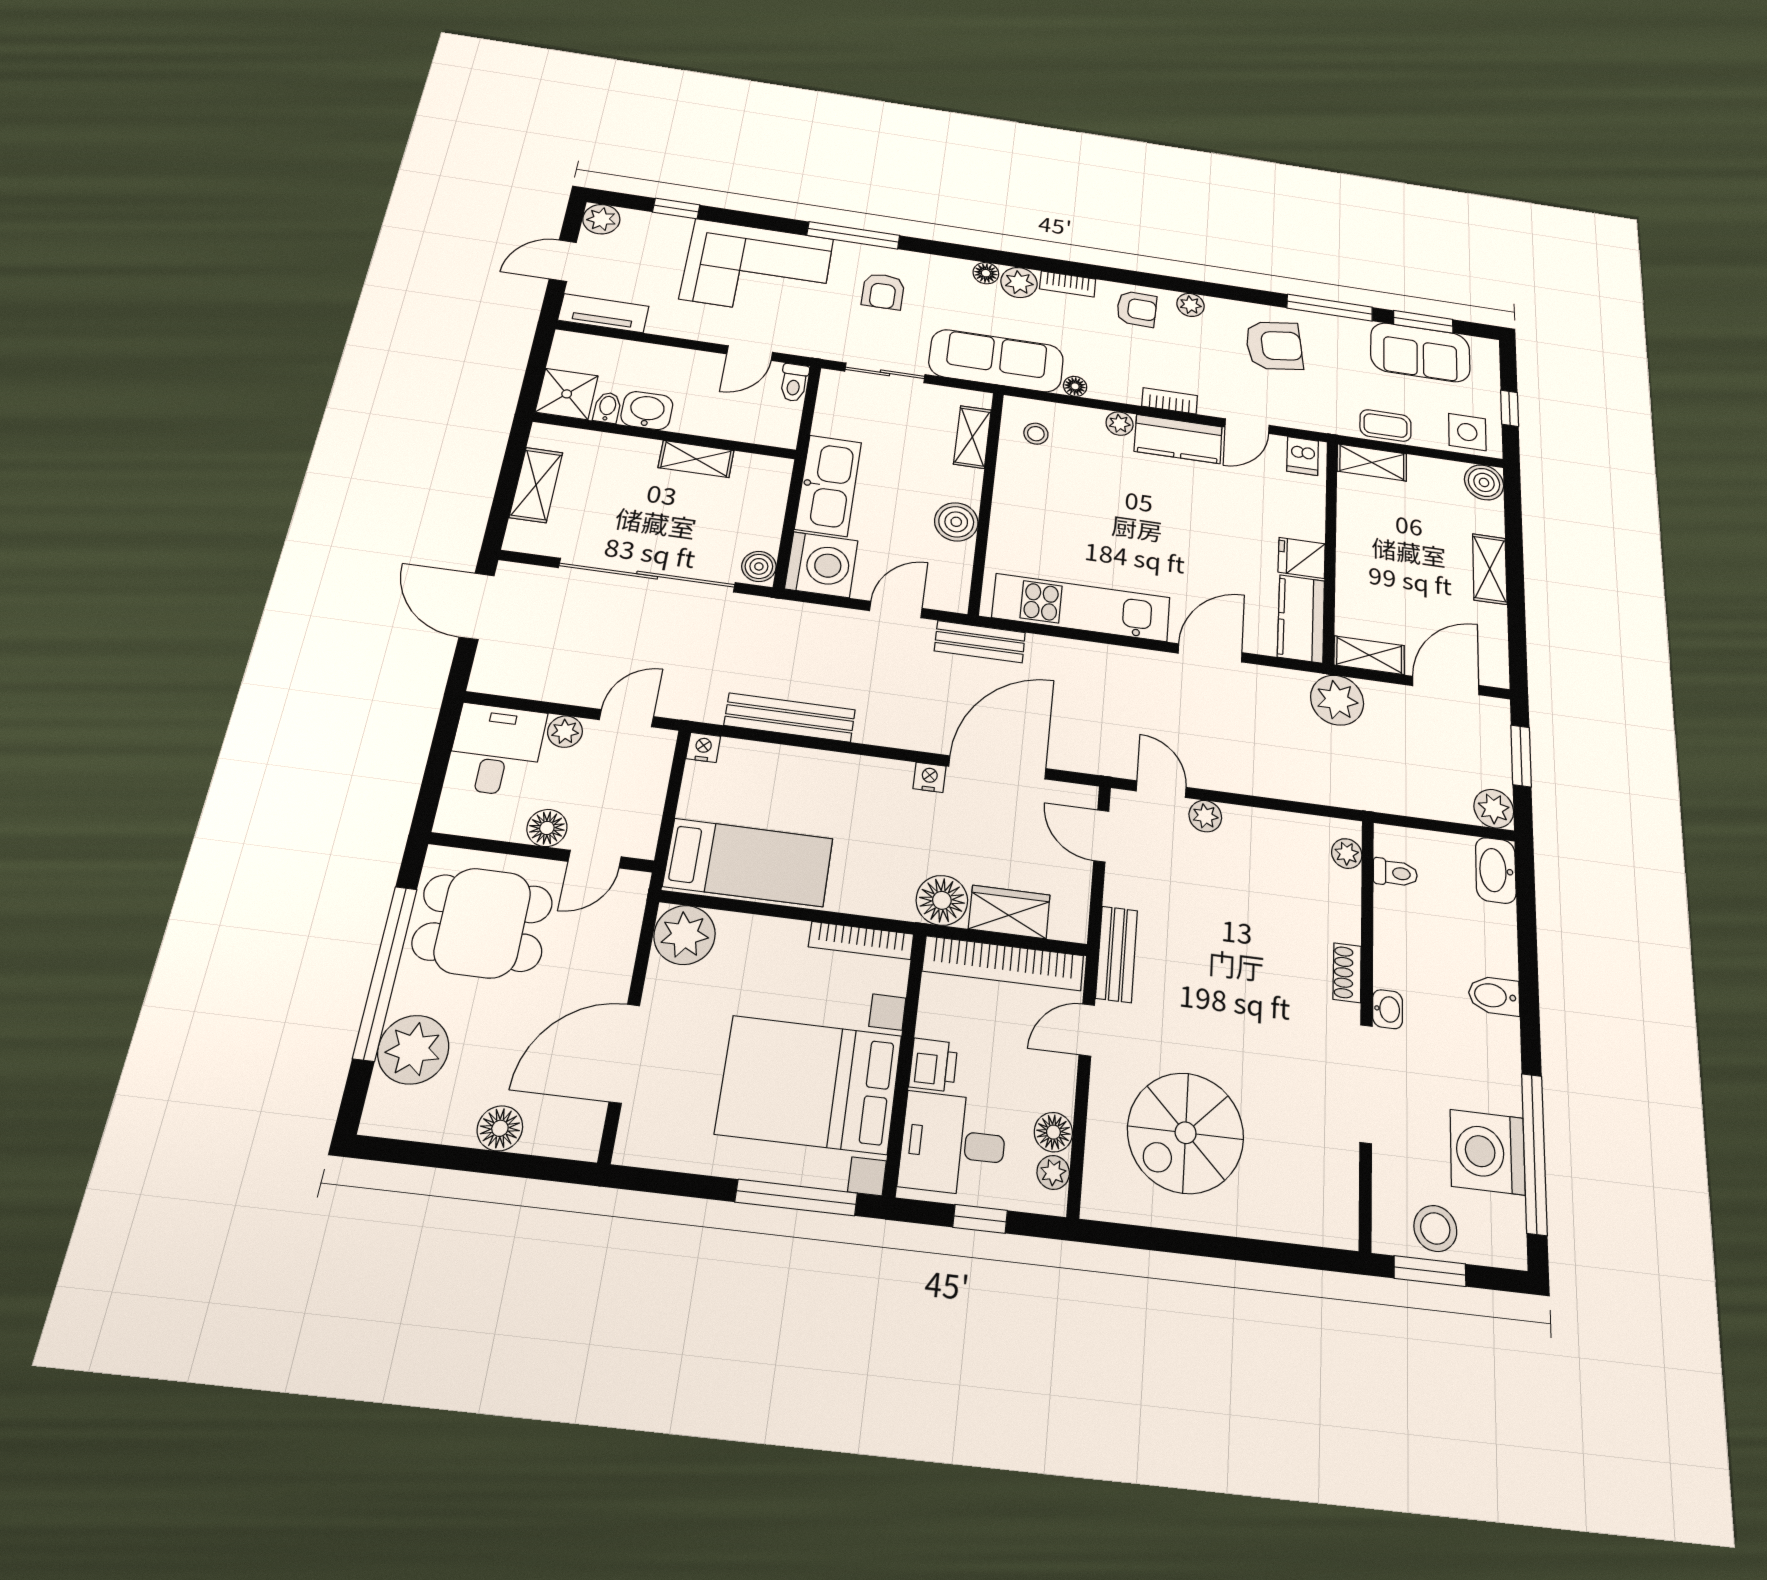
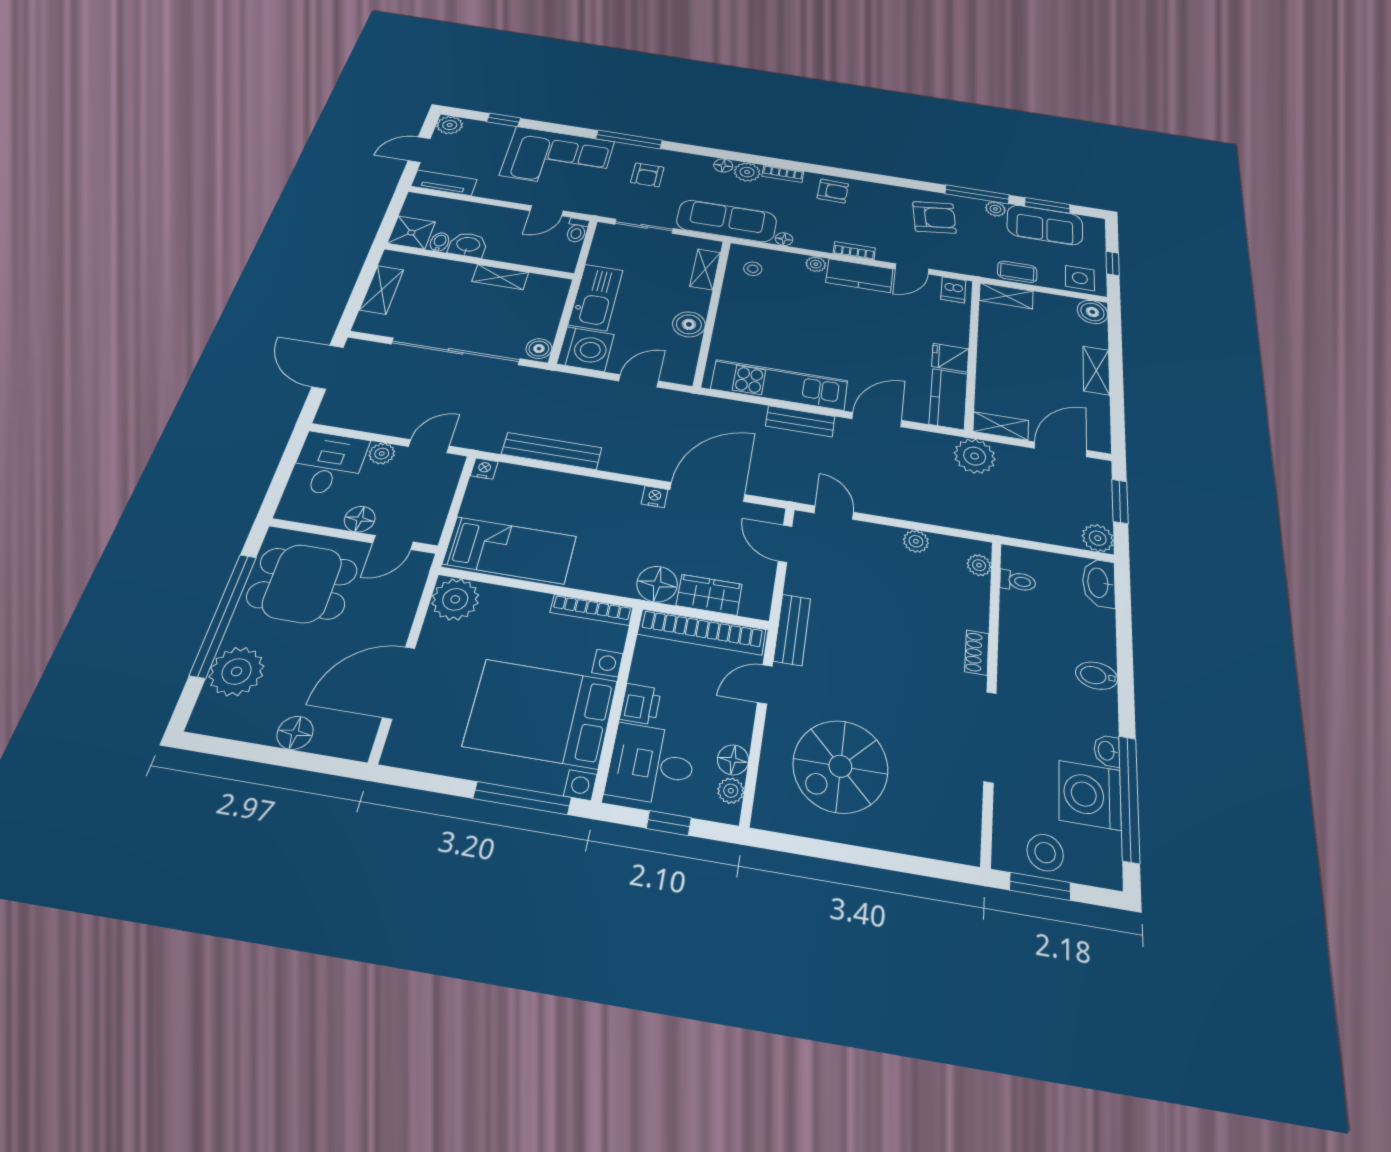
plant: (1190, 305) -> (995, 209), moved
bench: (980, 642) -> (800, 421), moved
plant: (1205, 816) -> (916, 541), moved
washbasin: (1388, 1009) -> (1107, 751), moved, turned 180

